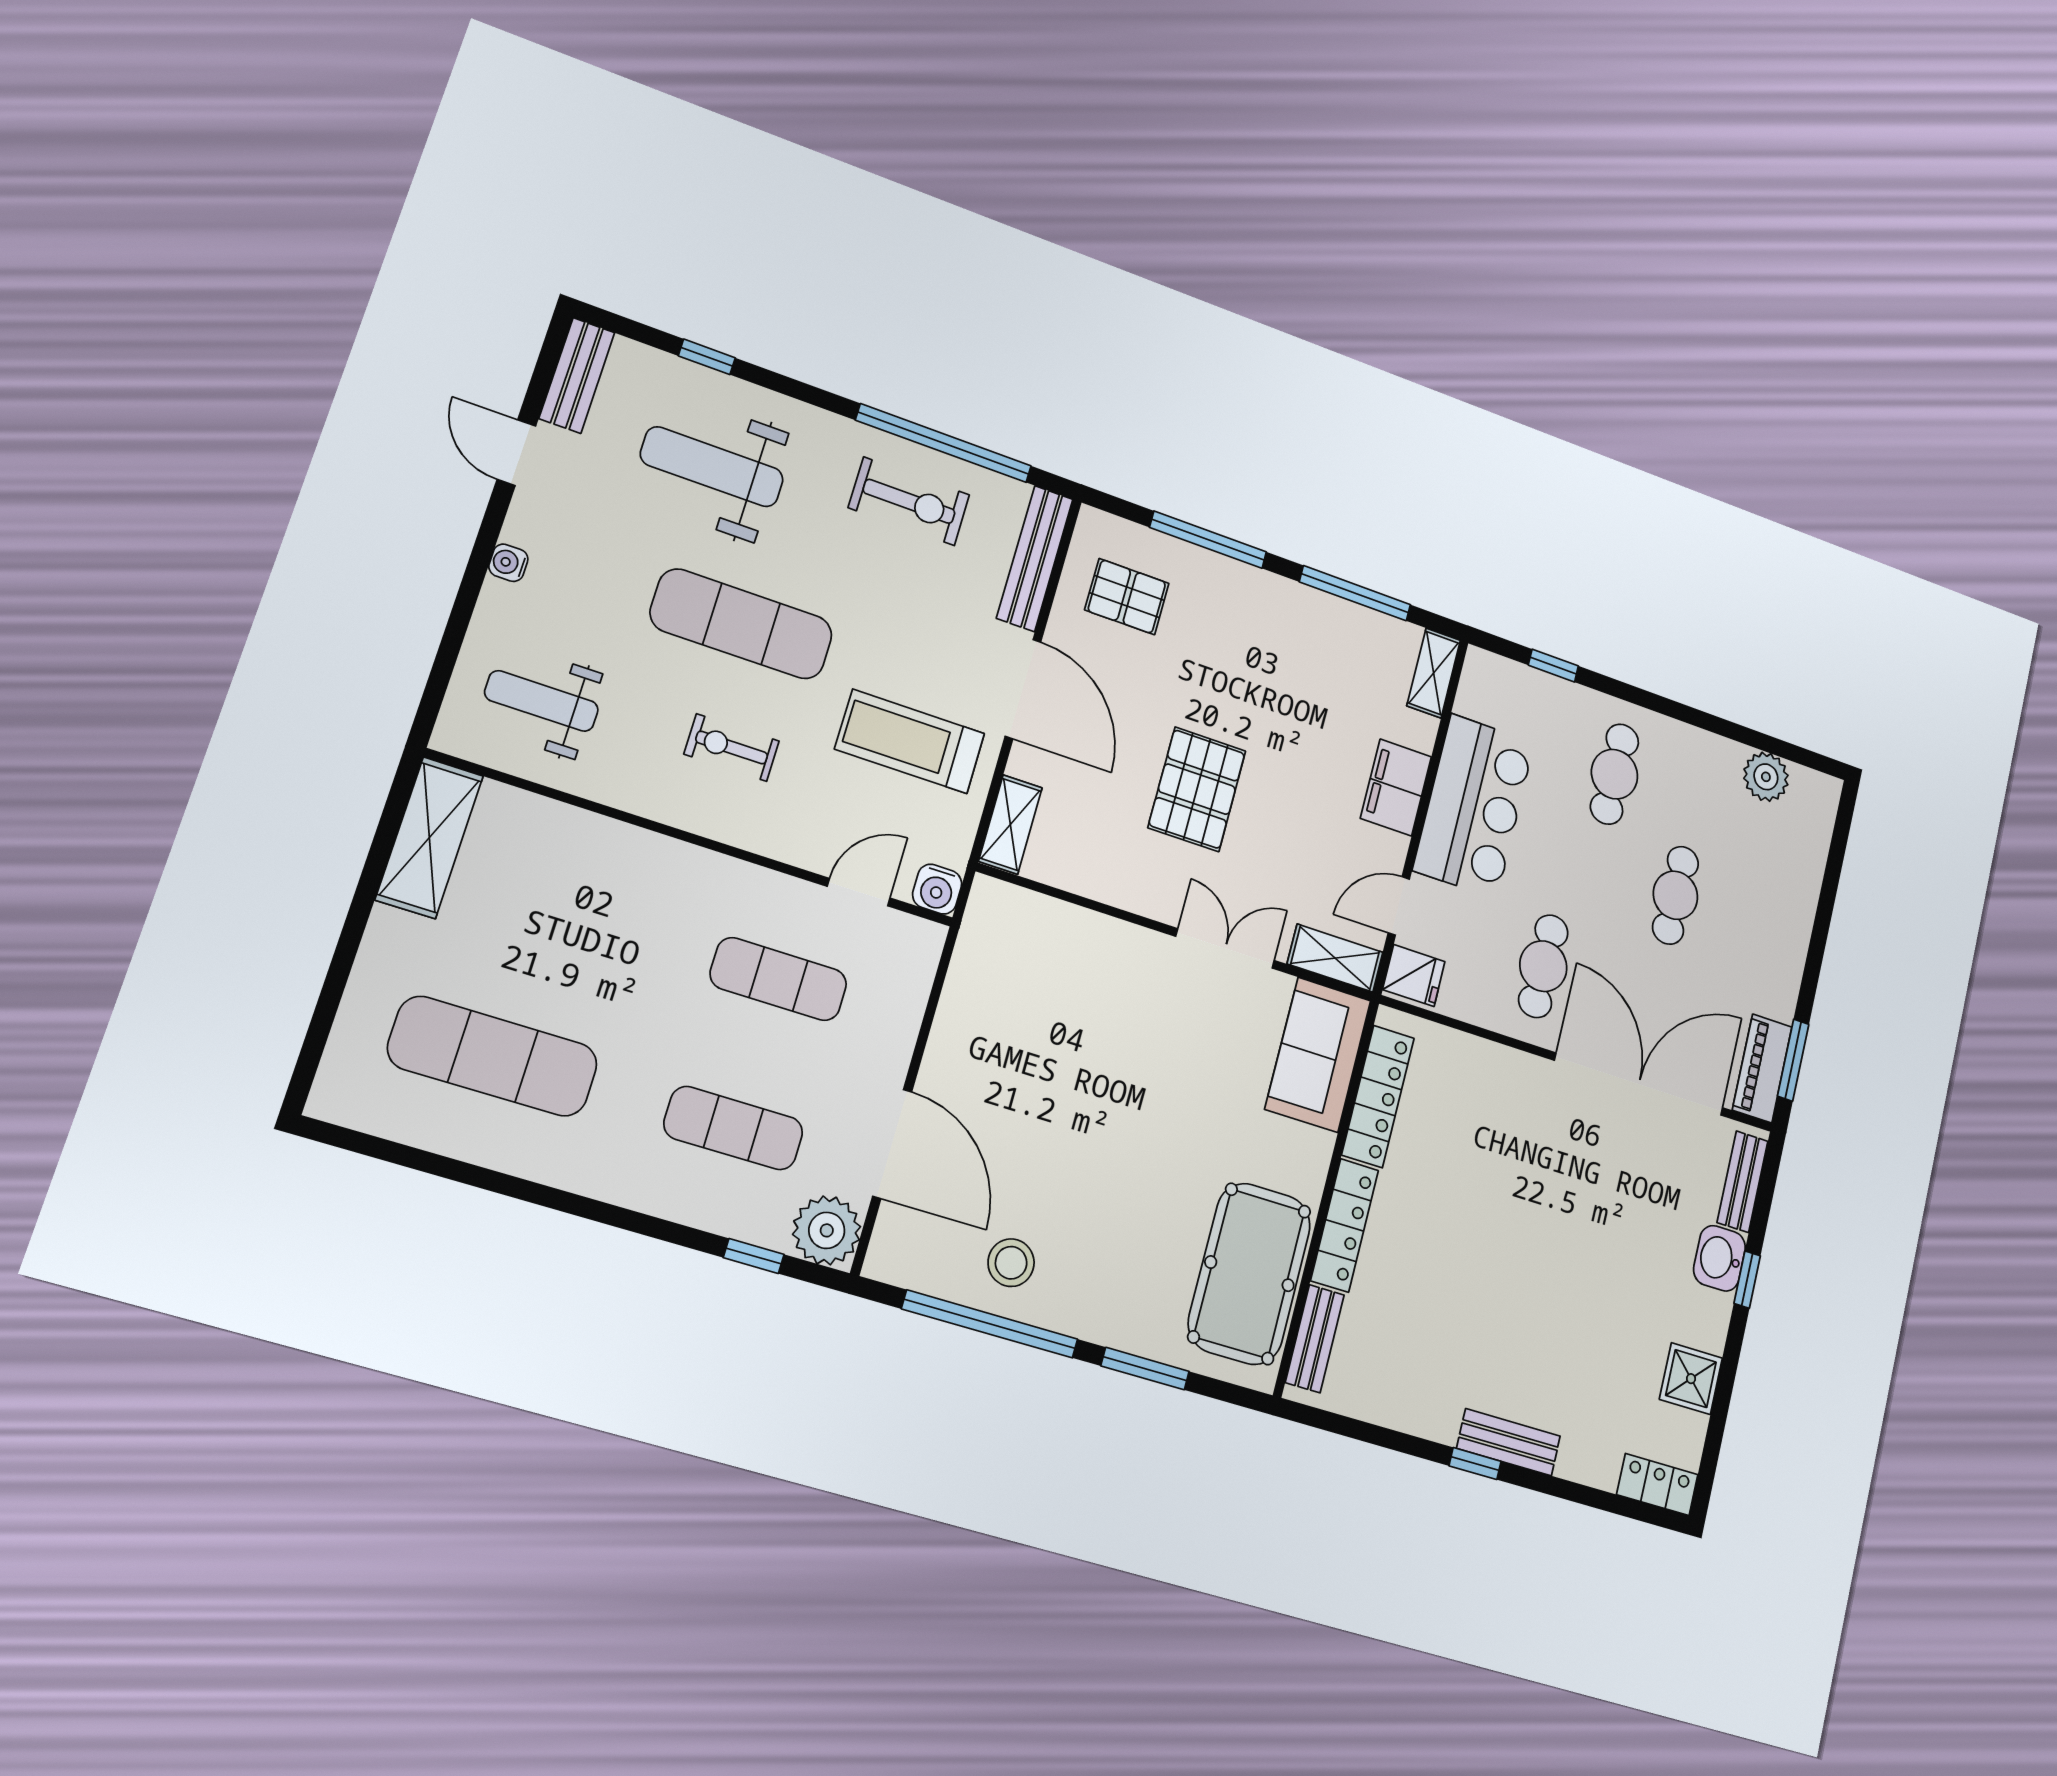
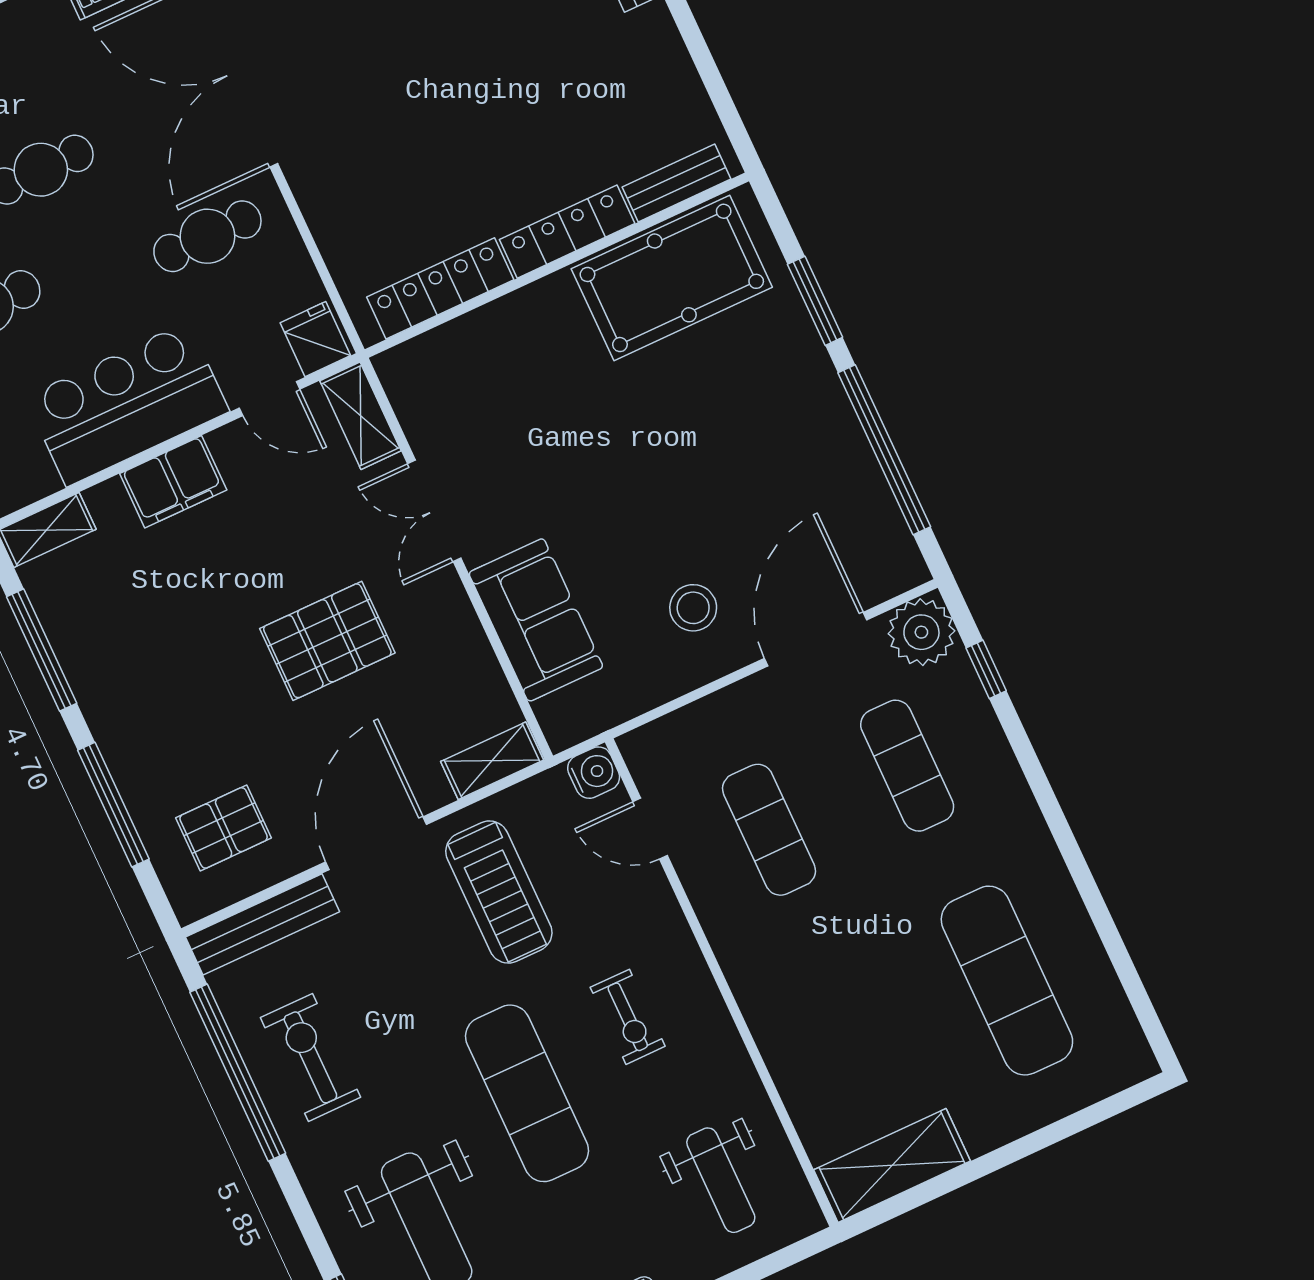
pallet: (1127, 597) -> (224, 828), turned 90
sofa: (1318, 1055) -> (536, 620), moved, turned -90
stool: (1011, 1263) -> (693, 608), moved

